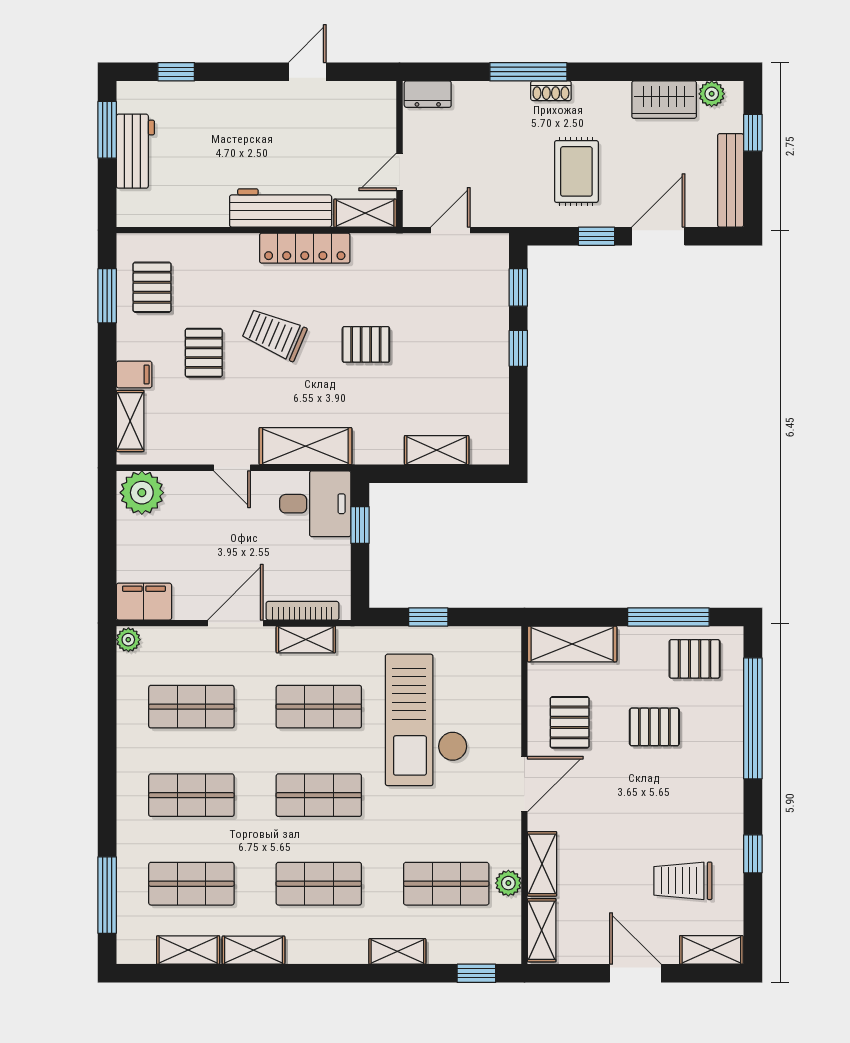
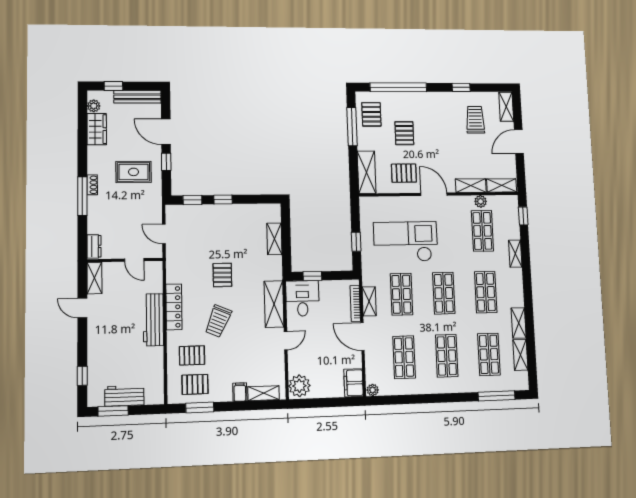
shelving: (365, 213) -> (94, 278), moved
pallet: (204, 353) -> (192, 355), moved
checkout: (426, 720) -> (406, 242), turned 180
trolley: (683, 881) -> (475, 120), turned 180

